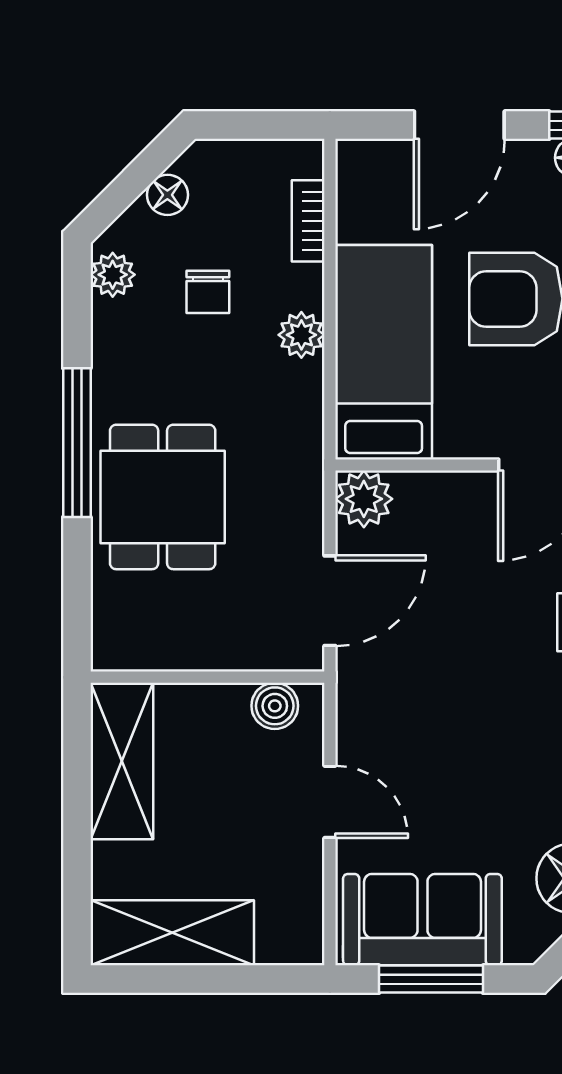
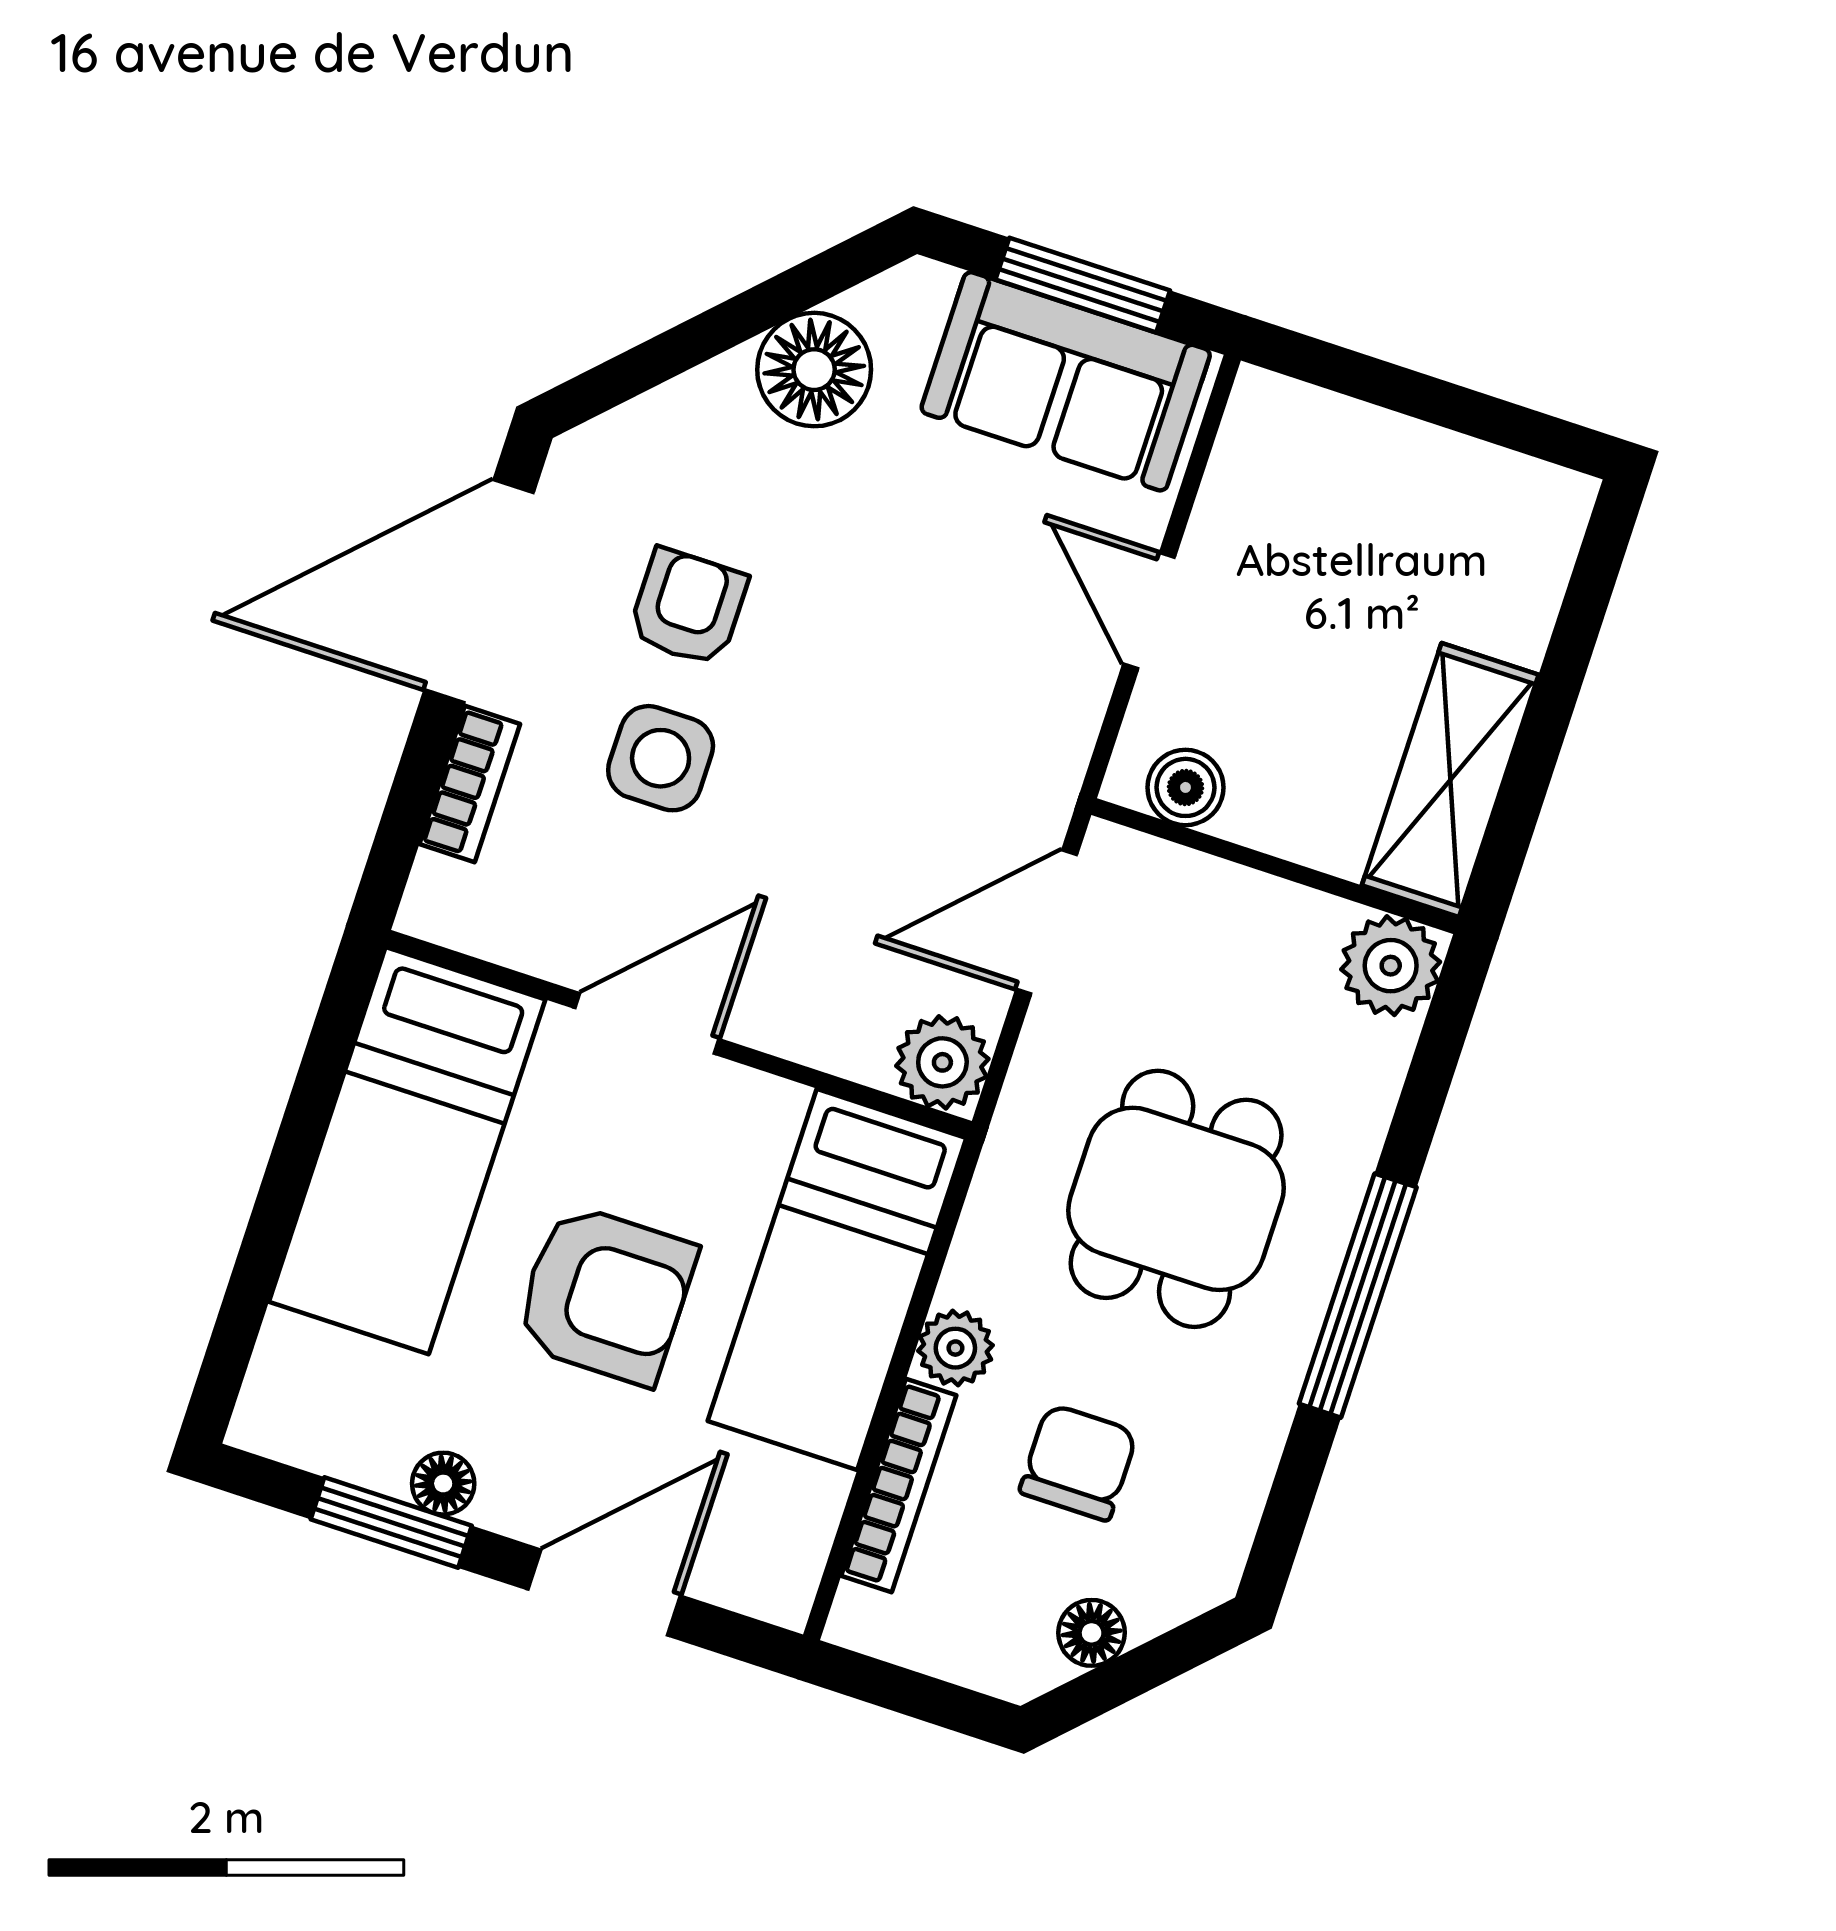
bookcase: (308, 221) -> (899, 1486), width x1.56
plant: (113, 275) -> (1391, 966), moved, width x1.38, depth x1.38
chair: (208, 292) -> (1078, 1462), width x1.37, depth x1.37
dining table: (163, 497) -> (1176, 1199), moved
shelving: (172, 933) -> (1460, 488), removed

